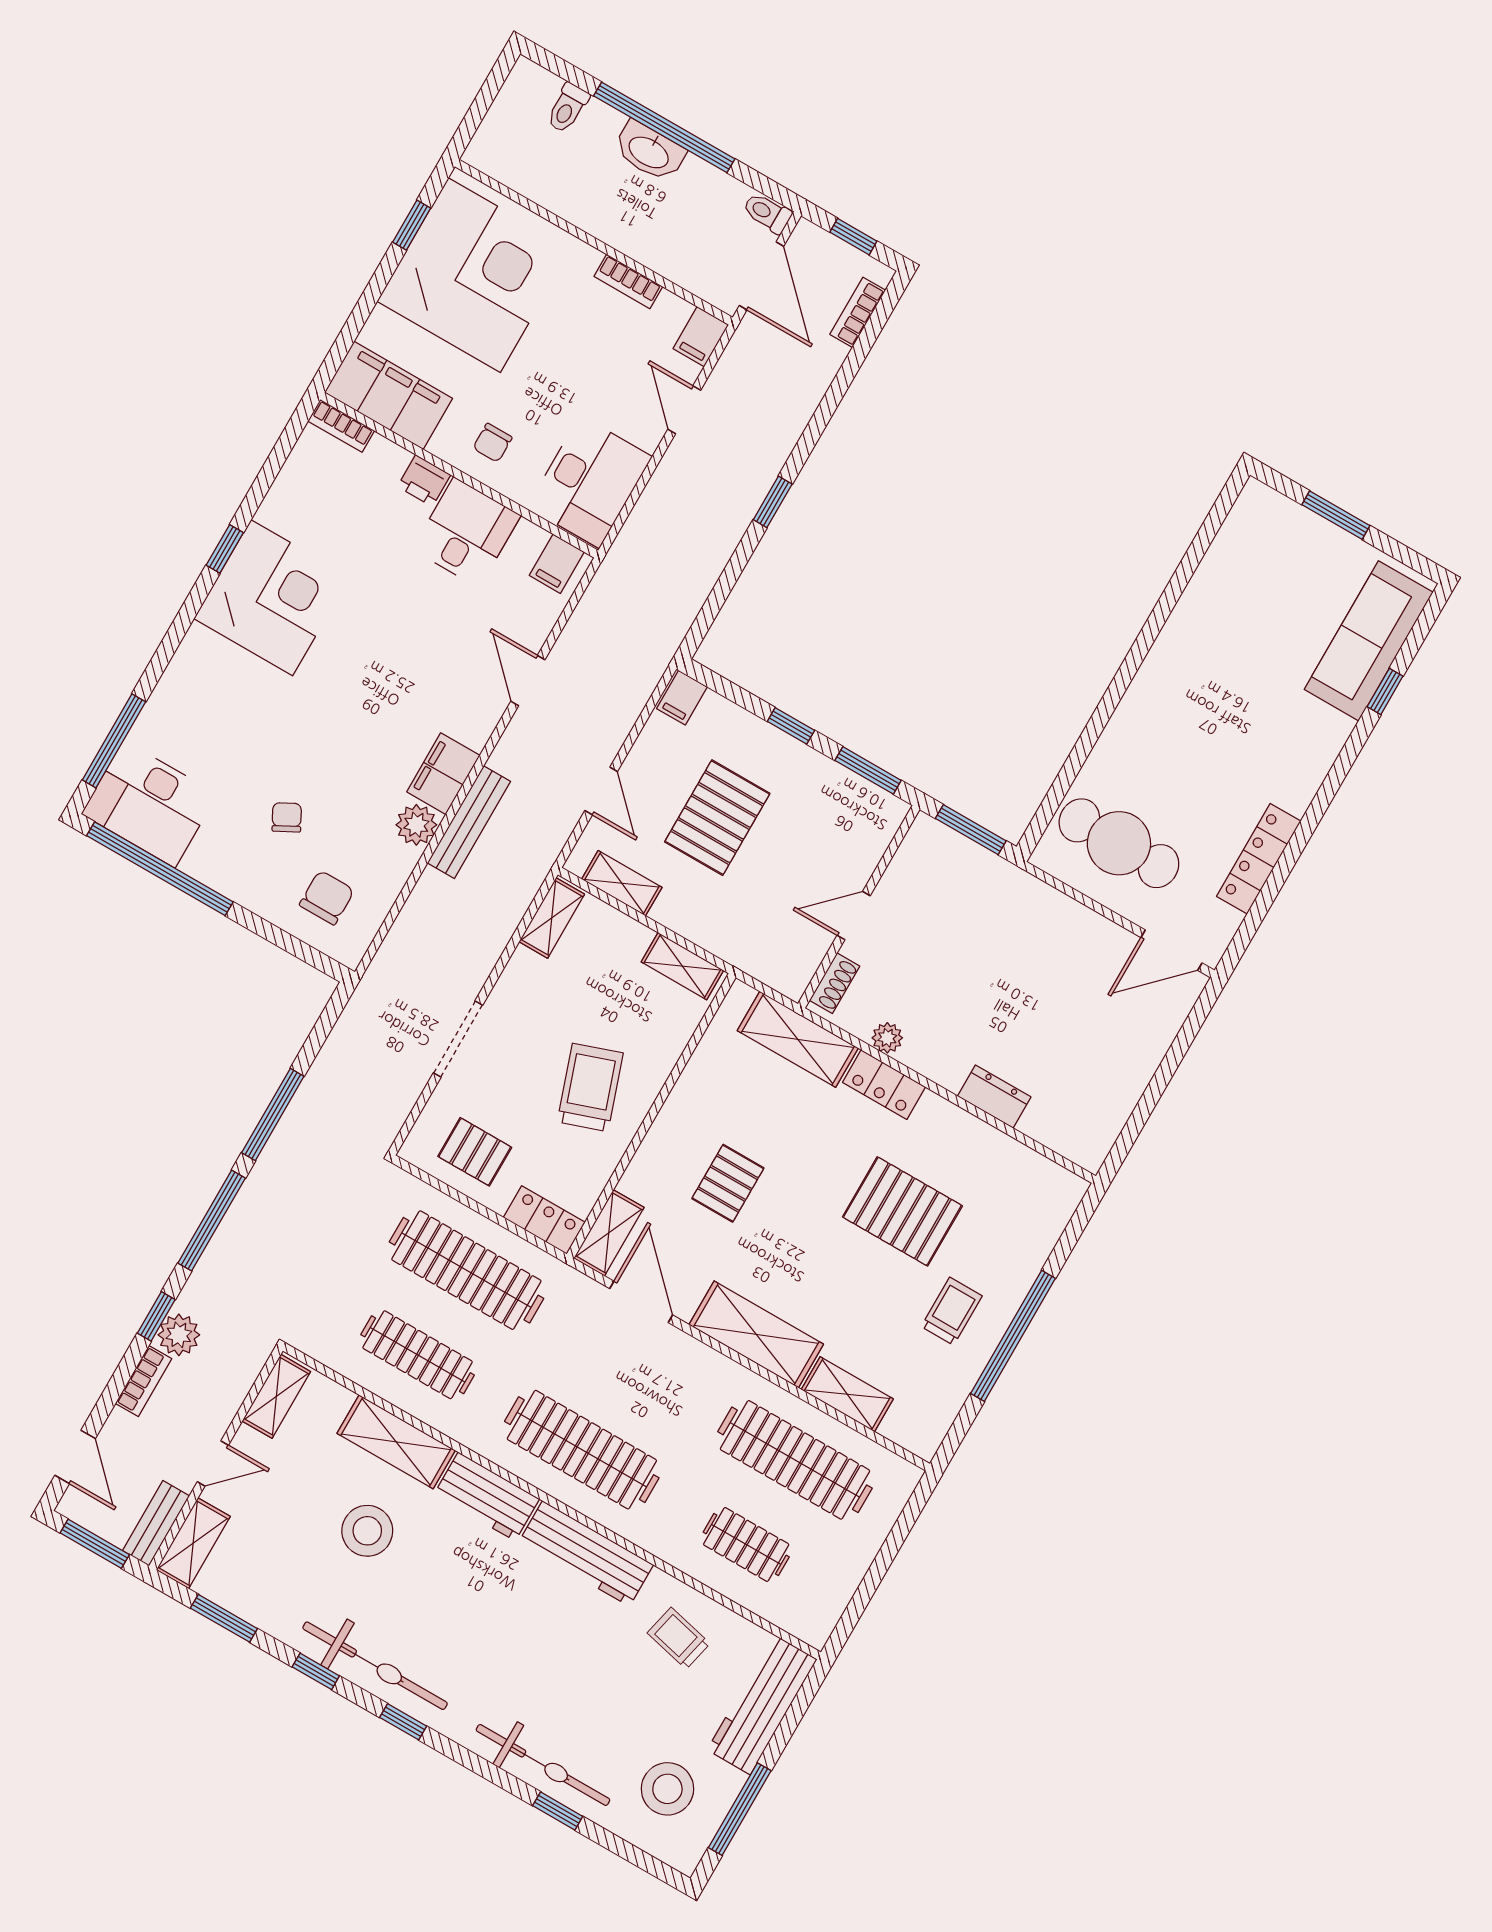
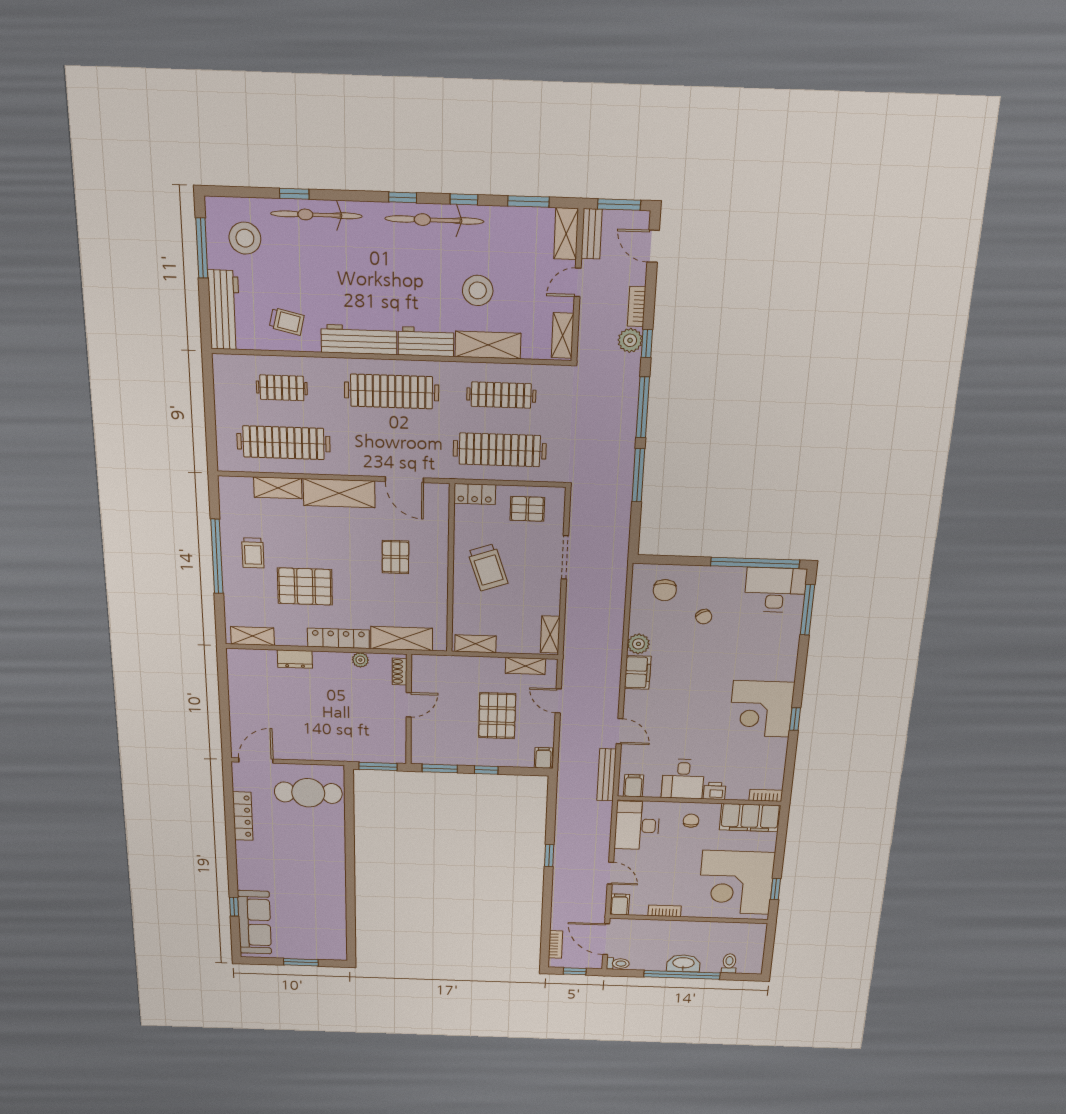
bench: (469, 822) -> (606, 775), moved
locker: (884, 1085) -> (338, 638), width x1.53
shelving: (609, 1233) -> (253, 636), moved, turned 90

